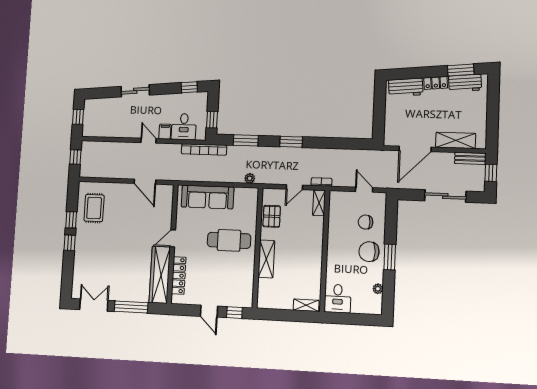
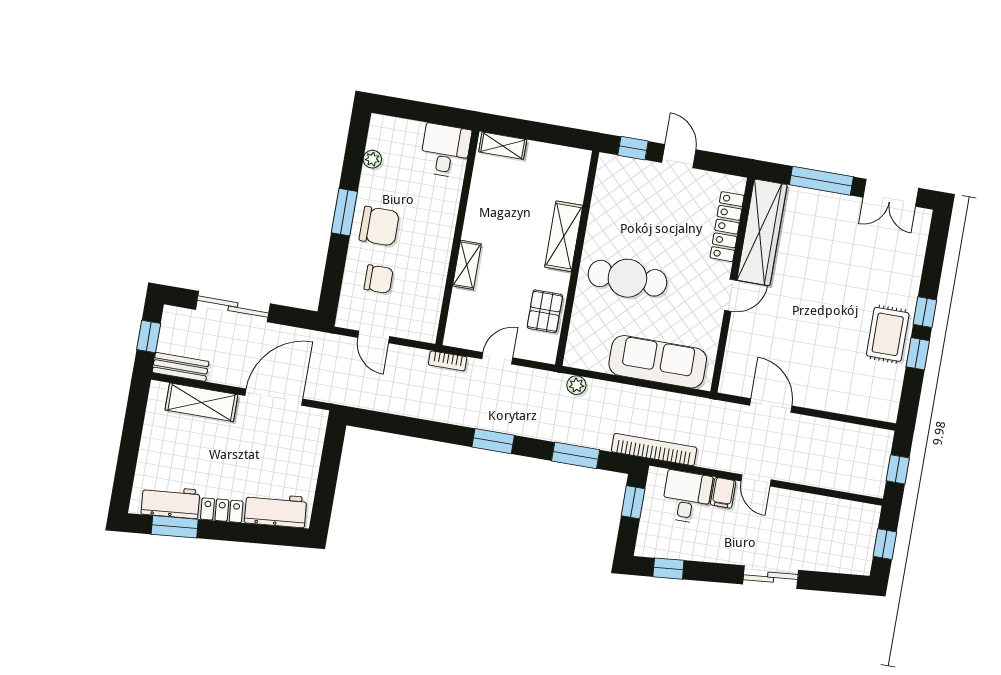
shelving: (319, 203) -> (467, 265), moved
rug: (94, 208) -> (888, 334), moved

